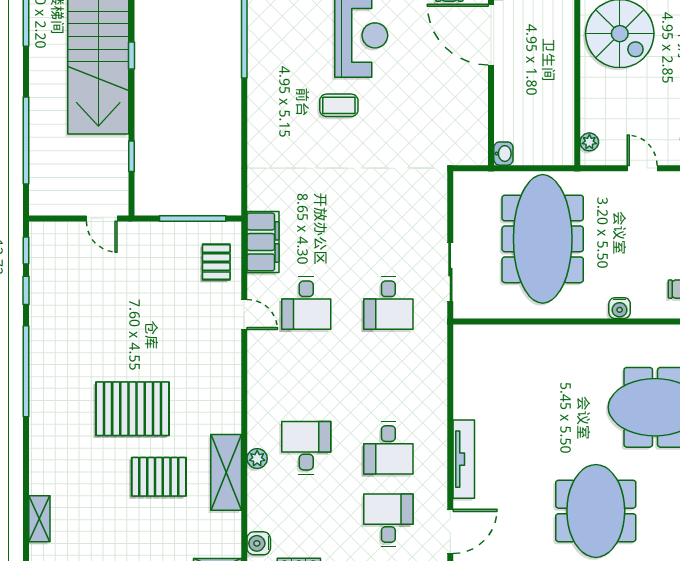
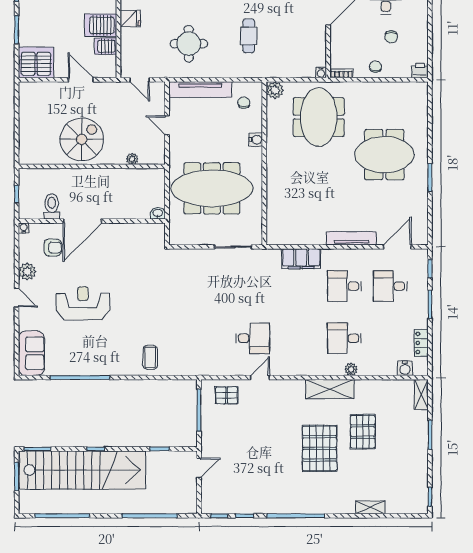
coffee table: (339, 105) -> (150, 357), moved
plant: (589, 142) -> (132, 159), moved
door: (642, 168) -> (167, 125), hinge flipped
filing cabinet: (263, 242) -> (301, 259), moved, turned 180
desk: (388, 303) -> (253, 286), removed
desk: (388, 448) -> (344, 286), turned 180
shelving: (226, 472) -> (330, 389), moved
shelving: (39, 519) -> (370, 507), moved
door: (450, 531) -> (397, 247), hinge flipped

